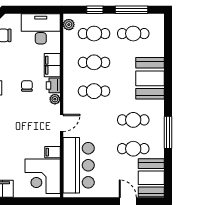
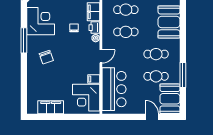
window: (168, 132) -> (183, 75), moved

